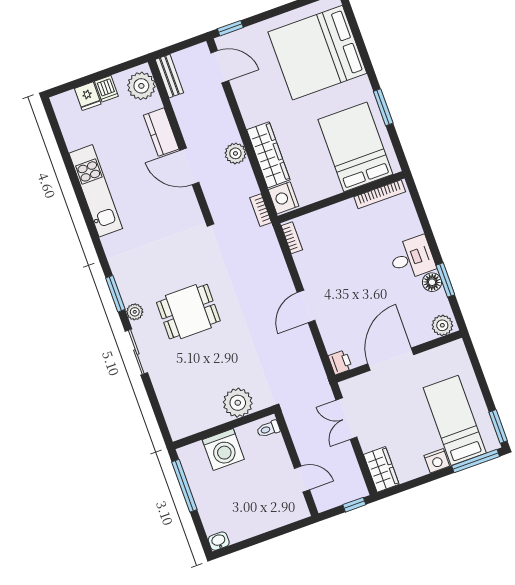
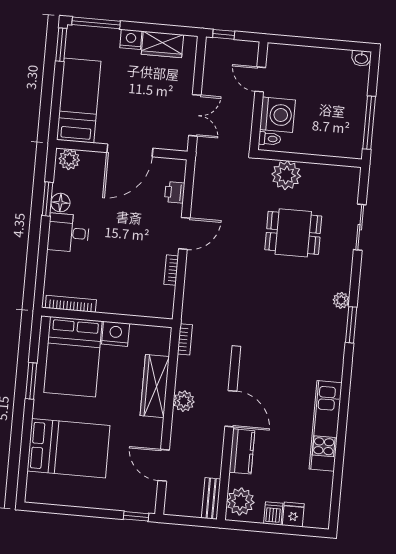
bed: (317, 53) -> (69, 448), width x0.73
door: (220, 67) -> (164, 465), moved
nightstand: (284, 198) -> (116, 334), moved, turned -90
bookcase: (292, 238) -> (171, 270), moved
dining table: (188, 312) -> (293, 233), moved
sliding door: (136, 352) -> (360, 227), moved
printer: (340, 362) -> (175, 192), moved
bed: (455, 420) -> (79, 101), moved, turned 180
washing machine: (223, 449) -> (277, 115), moved, turned 90
wardrobe: (381, 469) -> (162, 44), moved, turned -90

